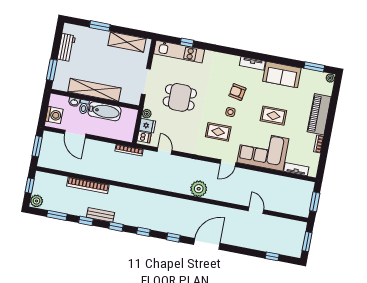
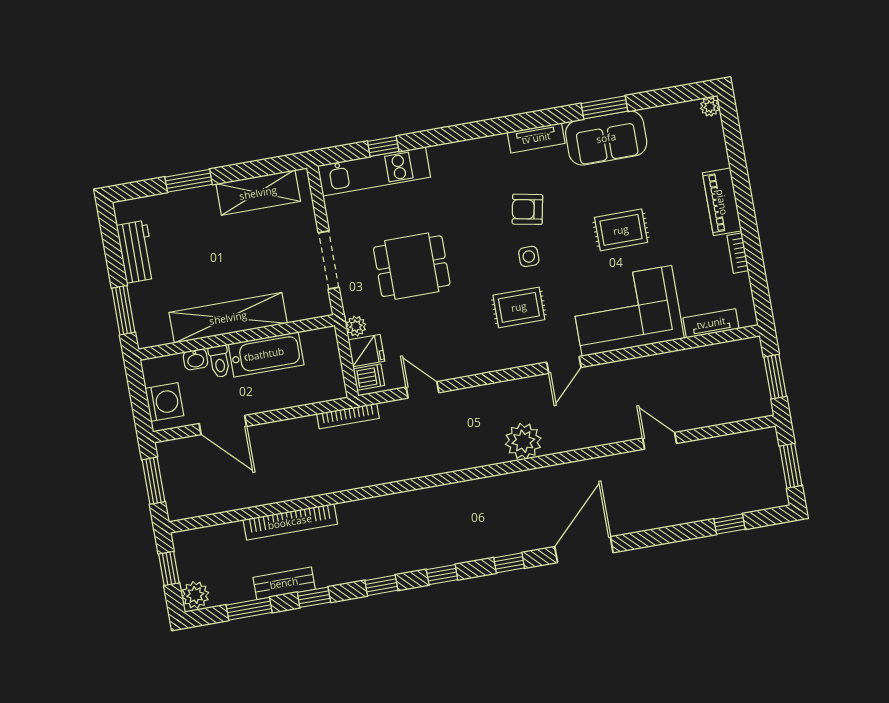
window: (314, 67) -> (604, 107), moved
piano: (319, 114) -> (722, 202), width x0.73, depth x0.75
bench: (101, 215) -> (284, 583), moved

